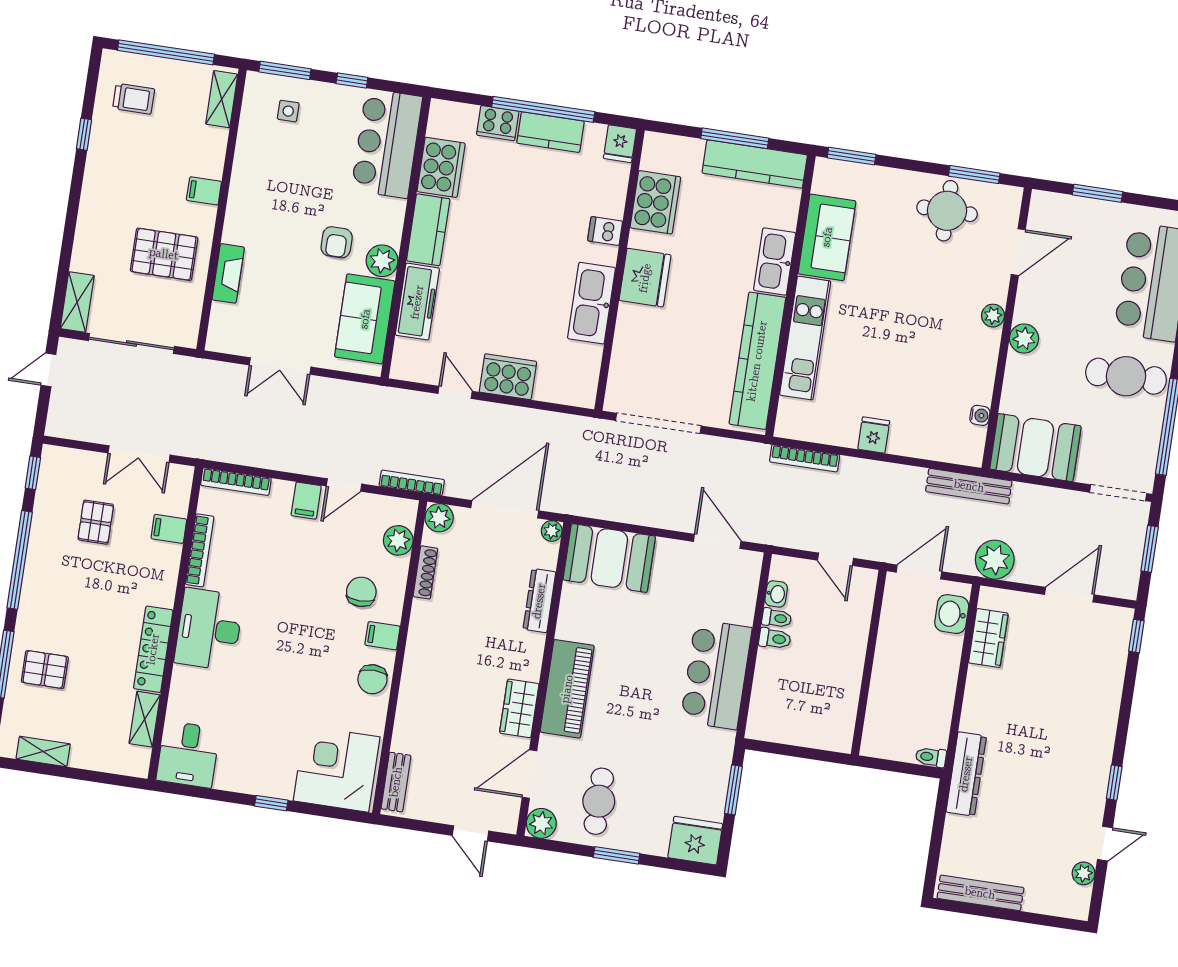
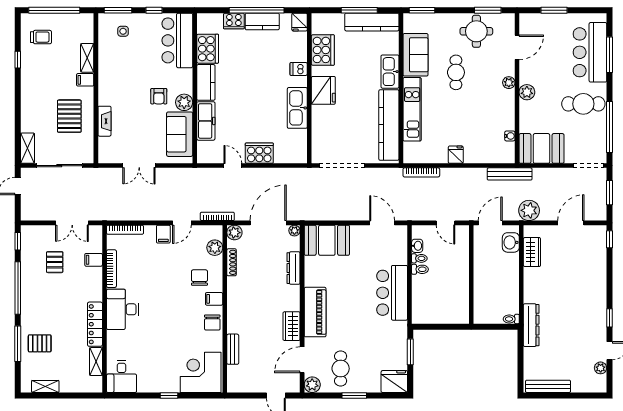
shelving: (222, 99) -> (87, 58), moved
pallet: (164, 254) -> (69, 116), turned 90
cafe table: (897, 282) -> (456, 72), added
bench: (396, 782) -> (233, 349), moved

